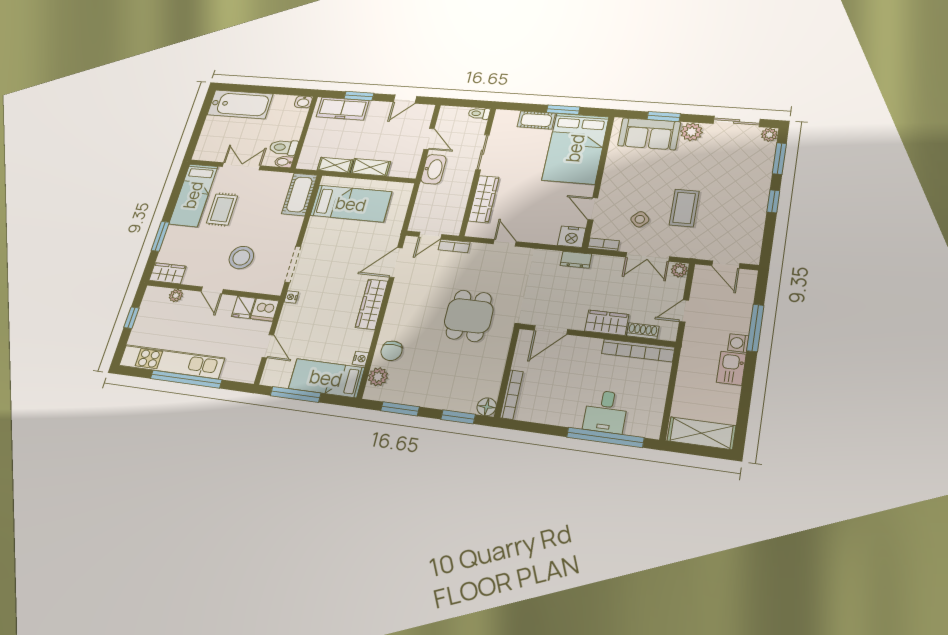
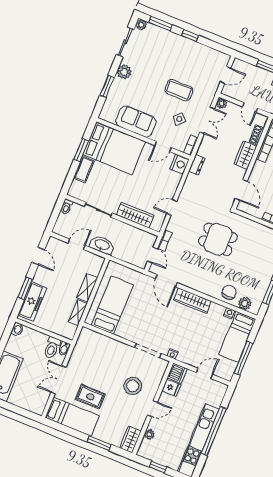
sofa: (649, 134) -> (136, 122), moved, turned -90
cot: (299, 194) -> (94, 340), removed
chair: (392, 351) -> (229, 292), turned -91

